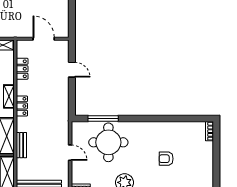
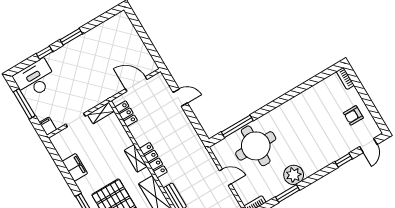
locker: (22, 69) -> (126, 114), moved
locker: (22, 106) -> (153, 160), width x1.53
armchair: (166, 159) -> (353, 115), moved

